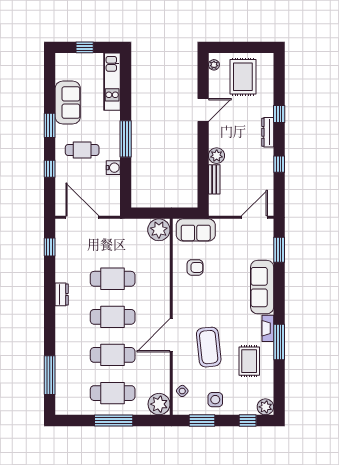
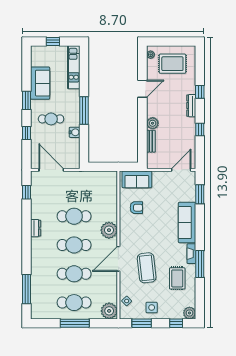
rug: (243, 77) -> (172, 64), turned 90
plant: (159, 230) -> (109, 230), moved

